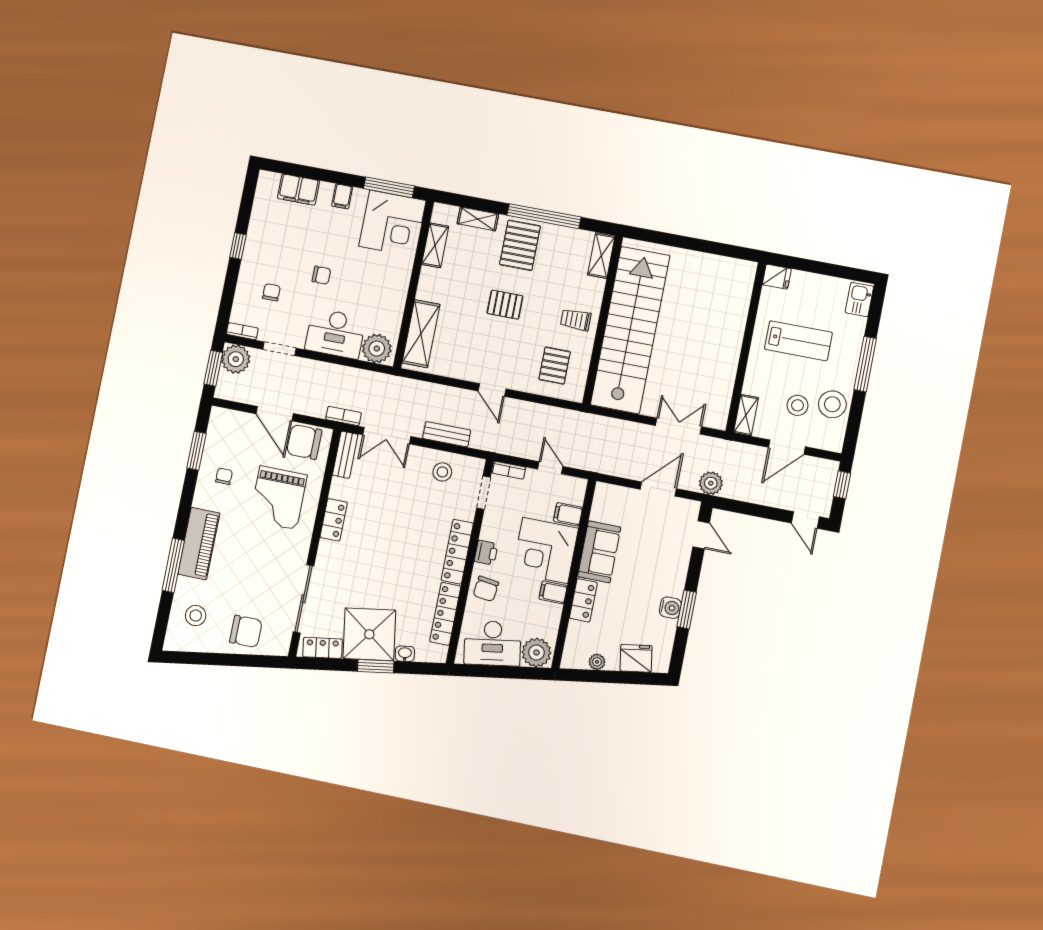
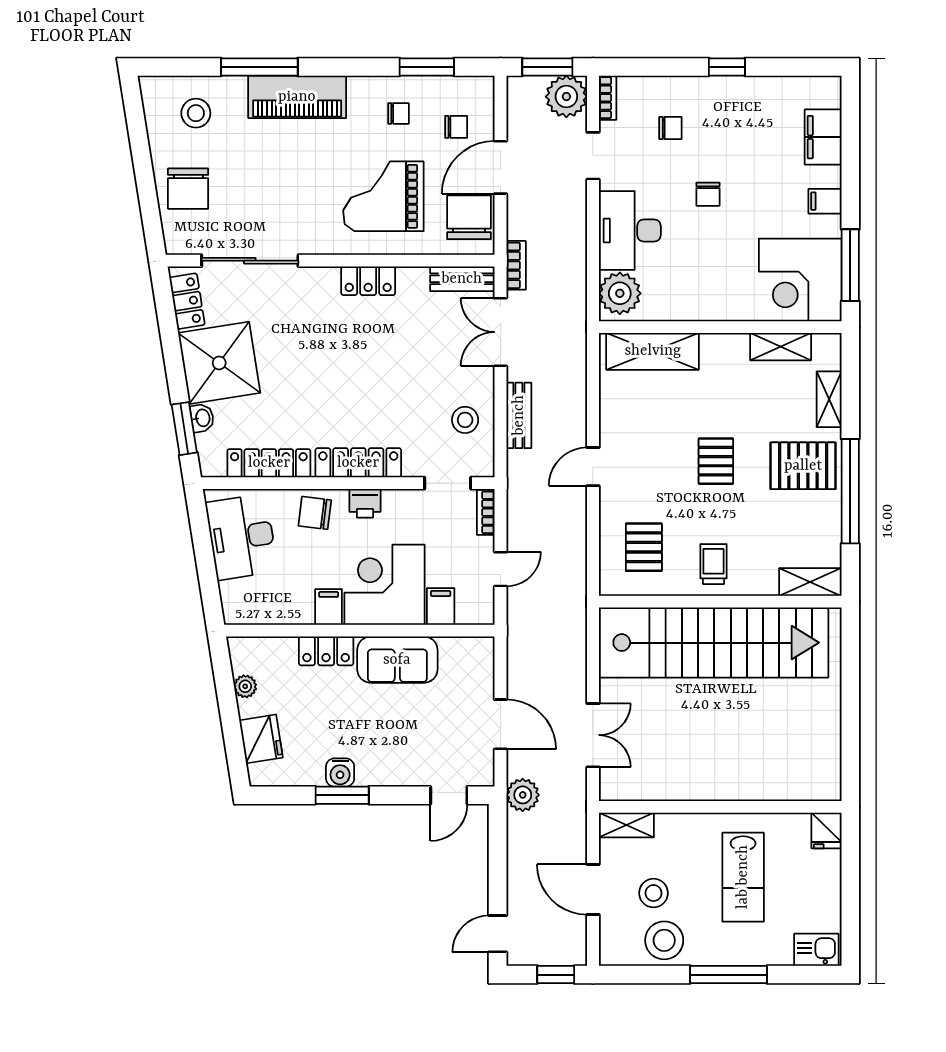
pallet: (555, 366) -> (644, 547), turned 90
chair: (241, 439) -> (456, 127), added
plant: (536, 653) -> (241, 600), removed
window: (376, 666) -> (184, 429), moved

